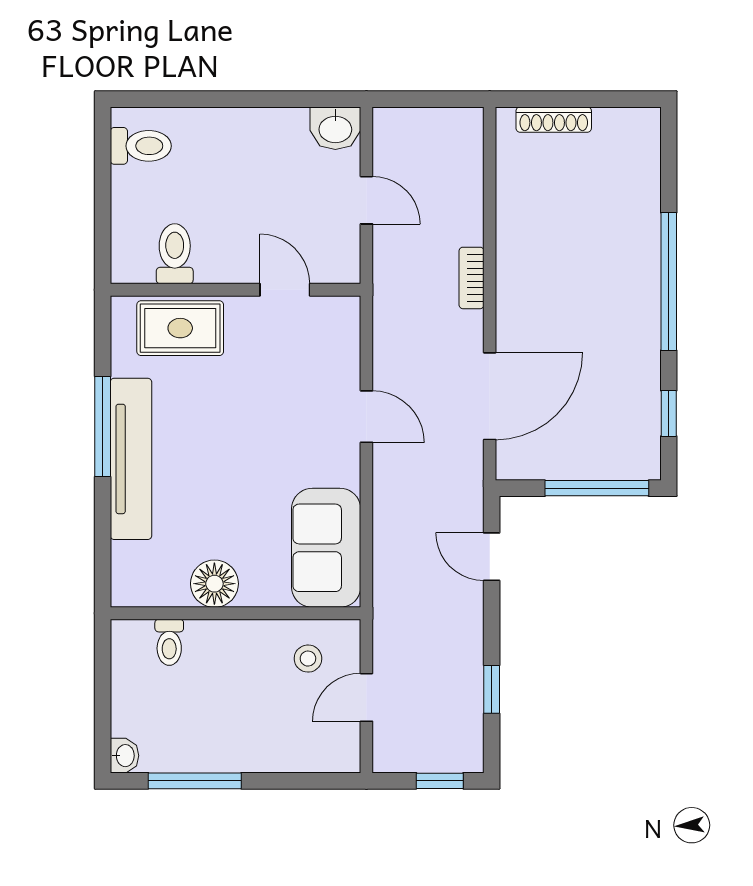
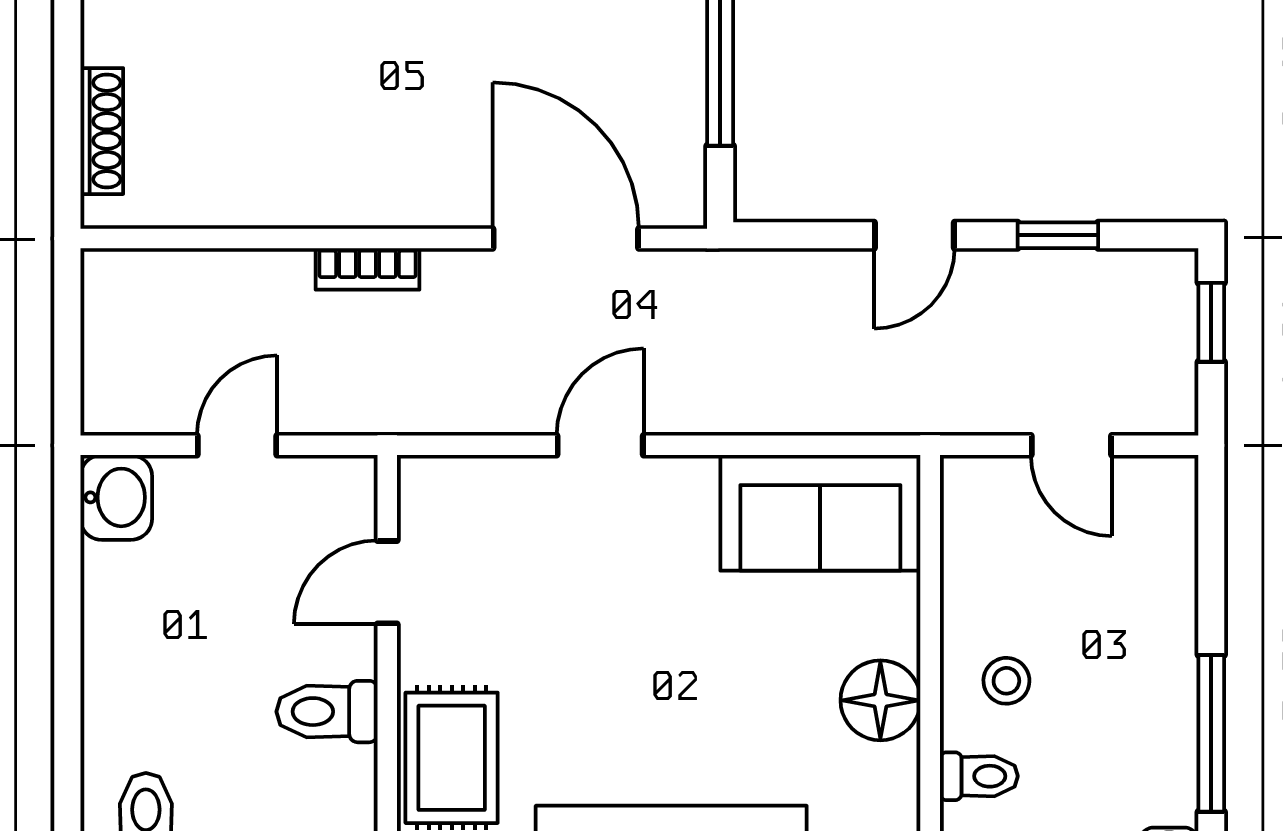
toilet: (175, 254) -> (327, 712), moved
door: (492, 557) -> (914, 235), moved
stool: (308, 659) -> (1006, 681), moved

